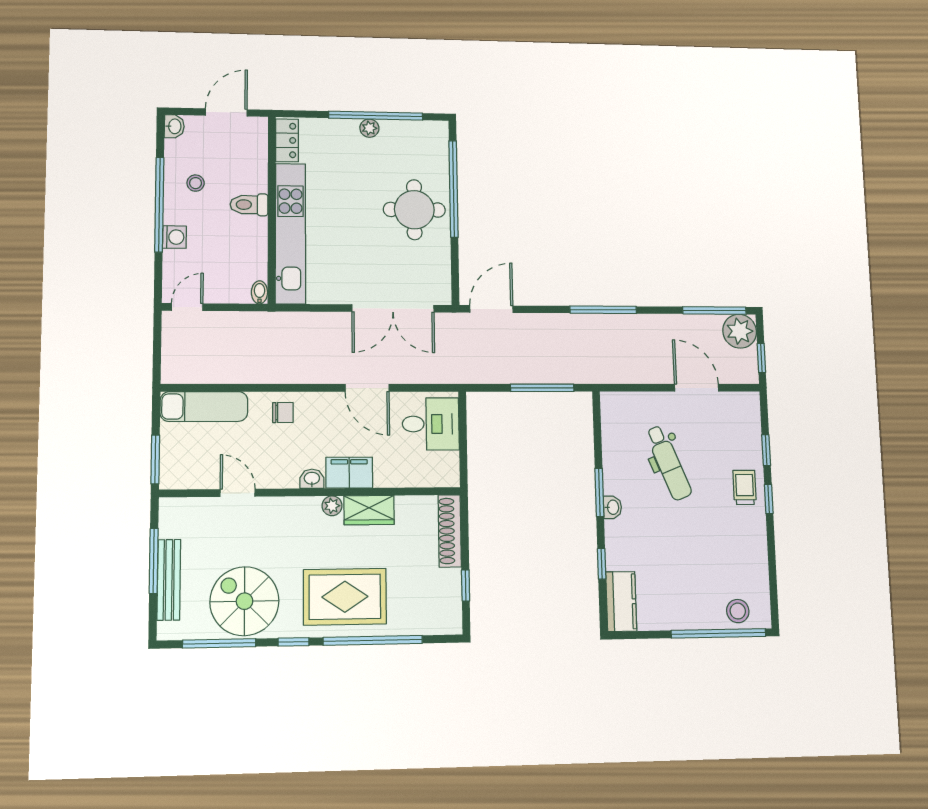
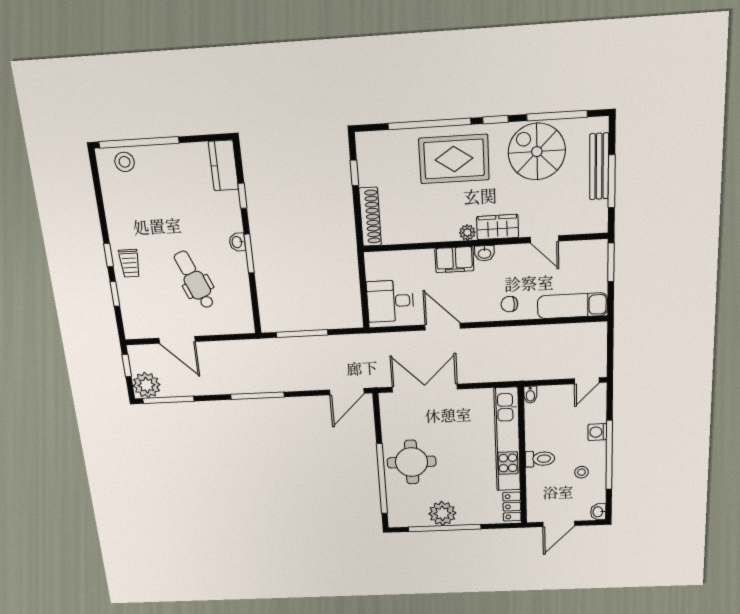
plant: (369, 128) -> (442, 513), width x1.88, depth x1.88
wardrobe: (369, 510) -> (498, 227), moved
spiral stairs: (244, 601) -> (537, 152), turned 180

